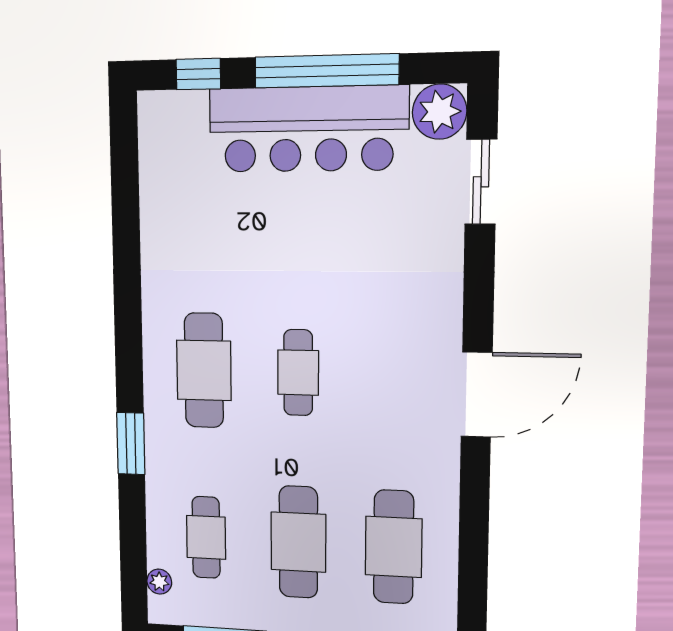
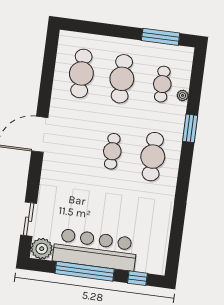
plant: (159, 582) -> (183, 95), moved

